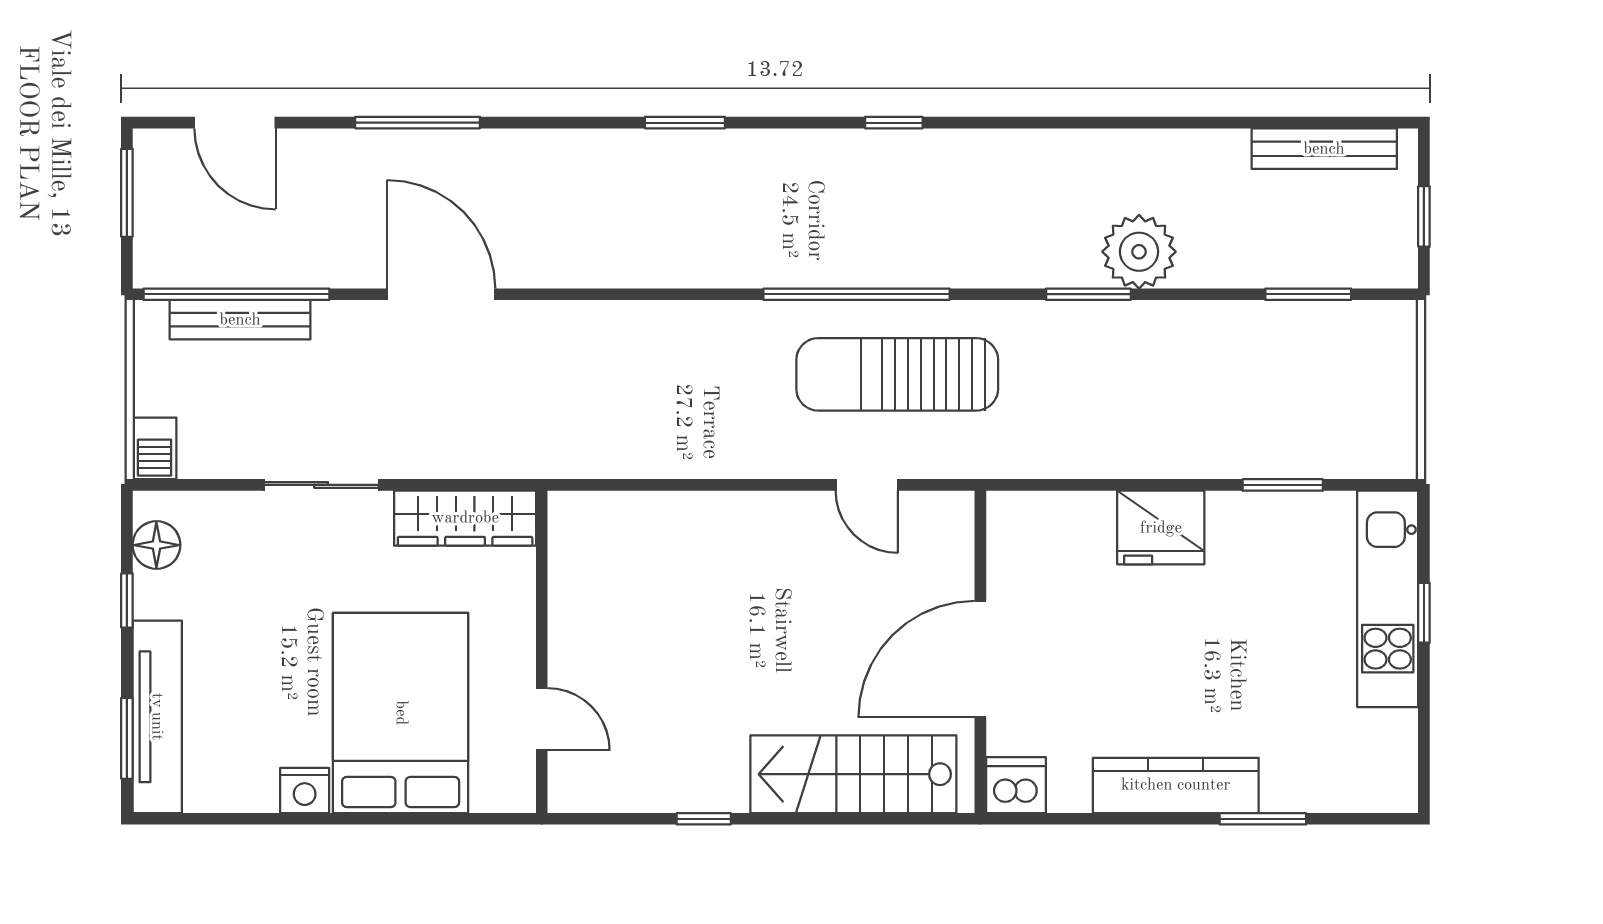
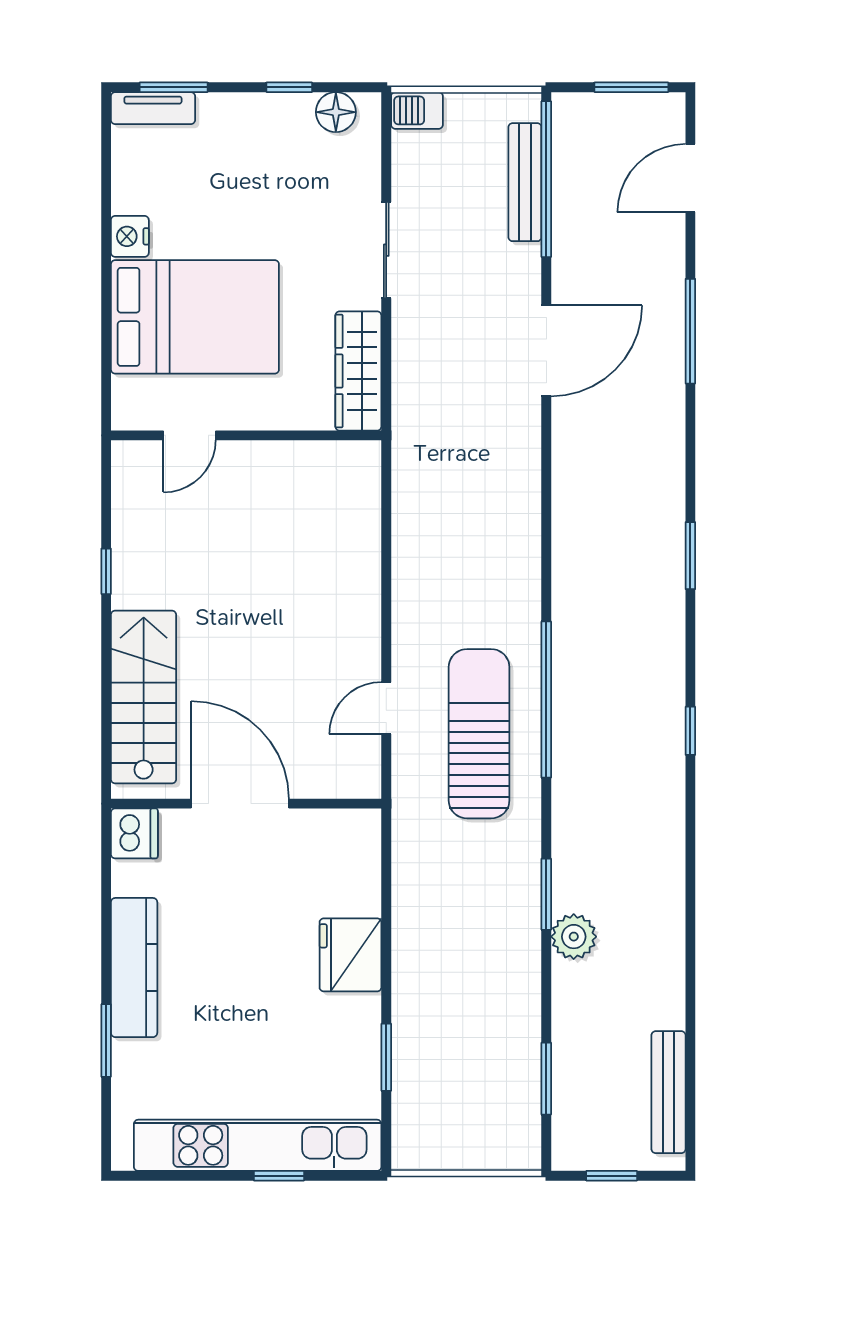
plant: (1139, 252) -> (574, 937), width x0.73, depth x0.73
kitchen unit: (1388, 599) -> (258, 1145), width x1.36
tv unit: (157, 717) -> (153, 108), width x0.52, depth x0.78

